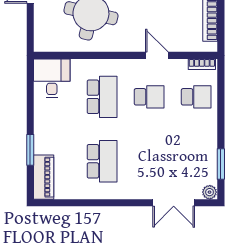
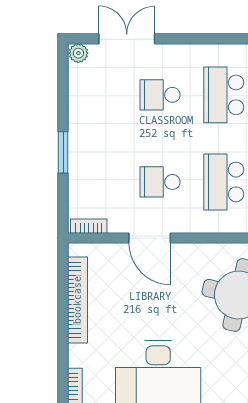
door: (157, 55) -> (150, 238), width x1.38
school desk: (196, 97) -> (160, 95), moved
window: (221, 164) -> (63, 152), moved

